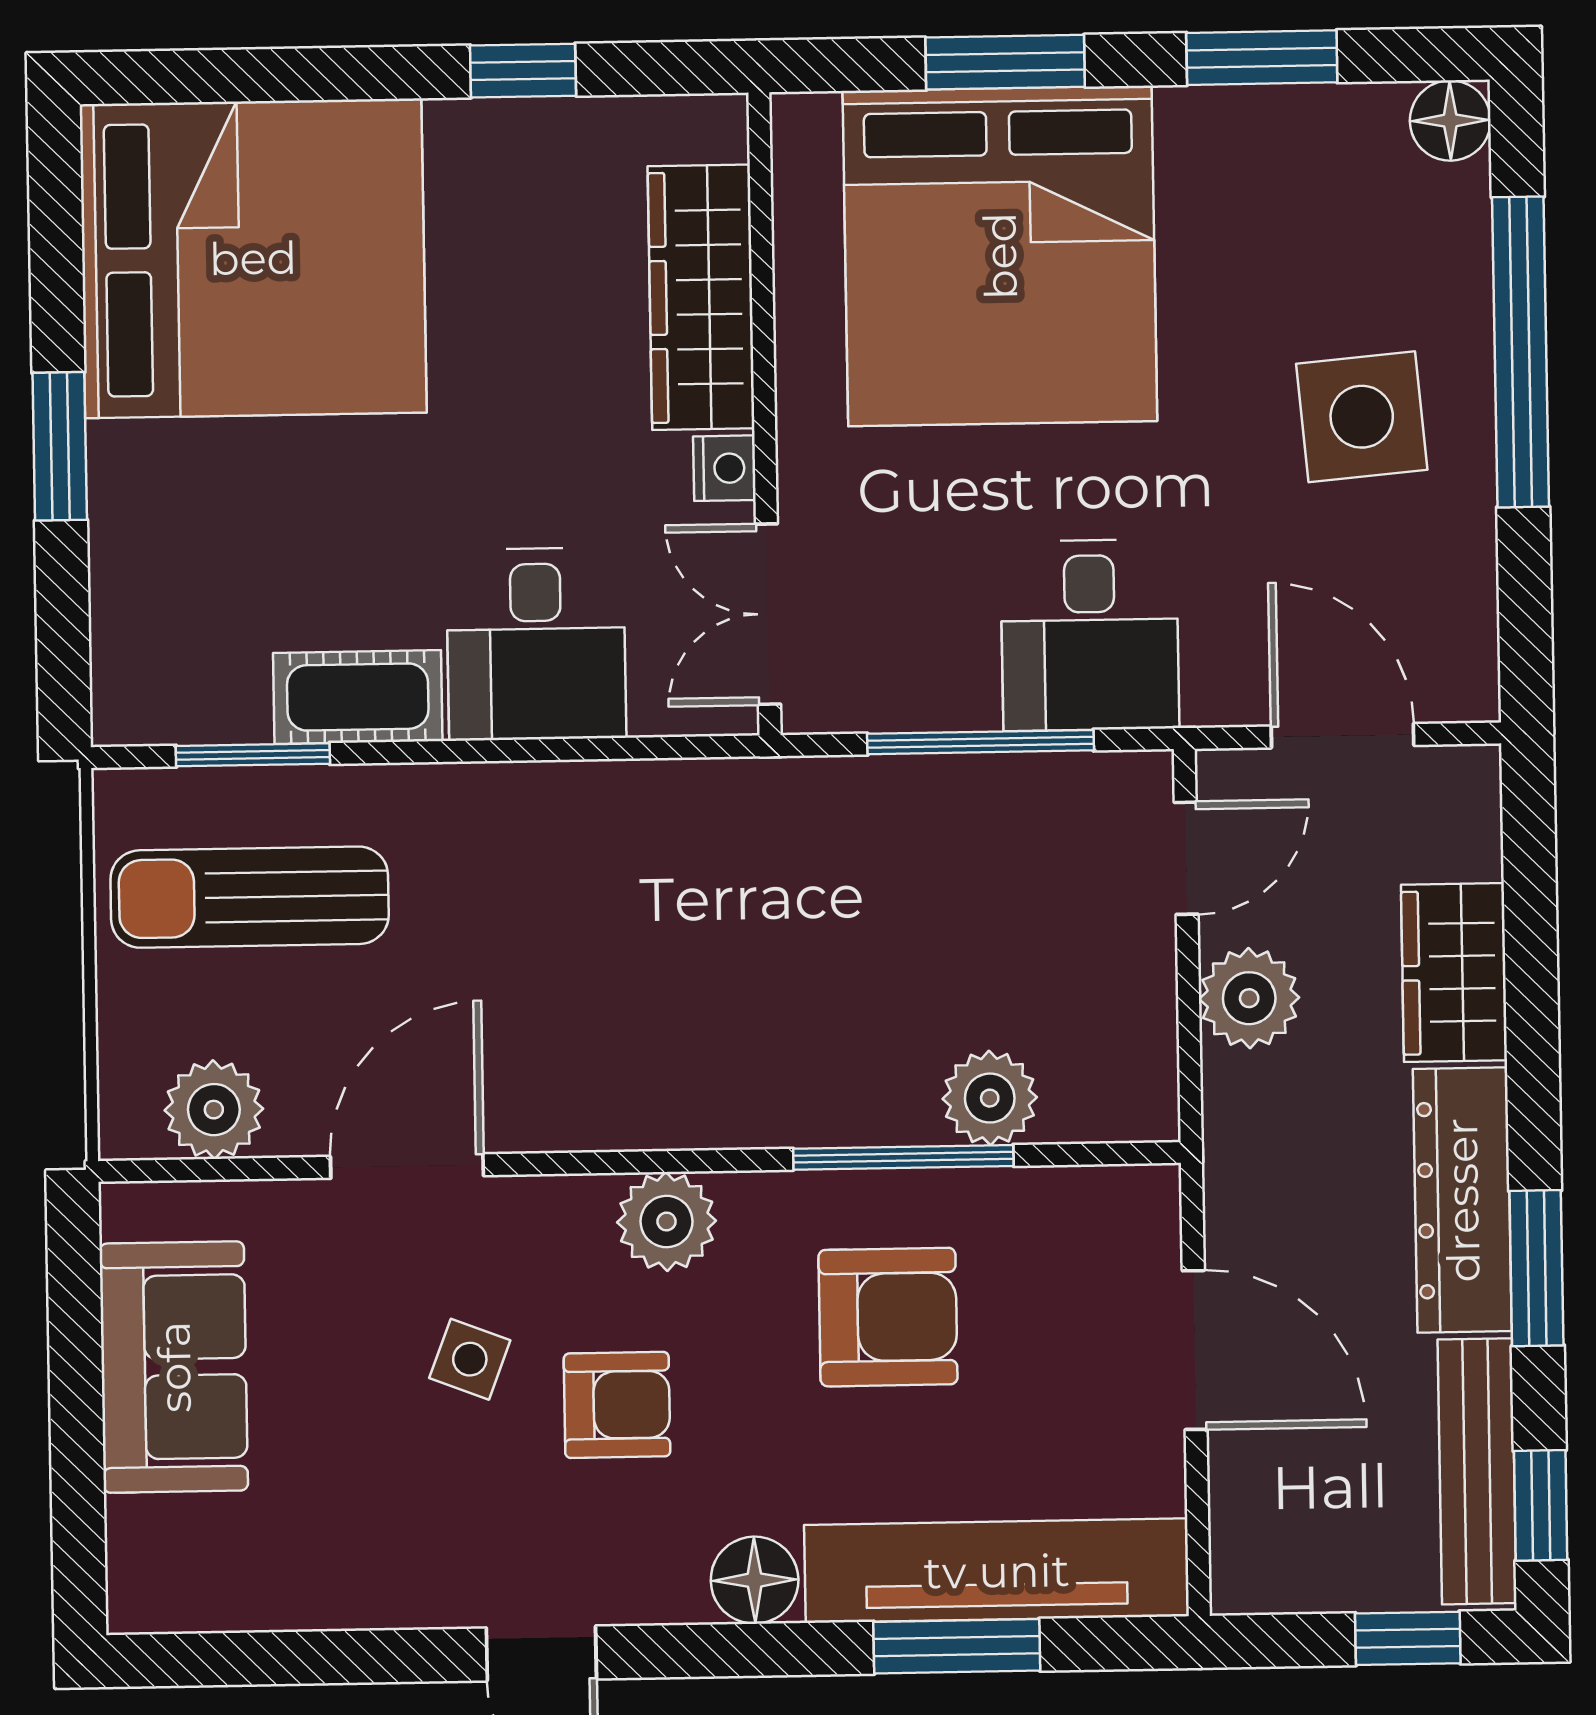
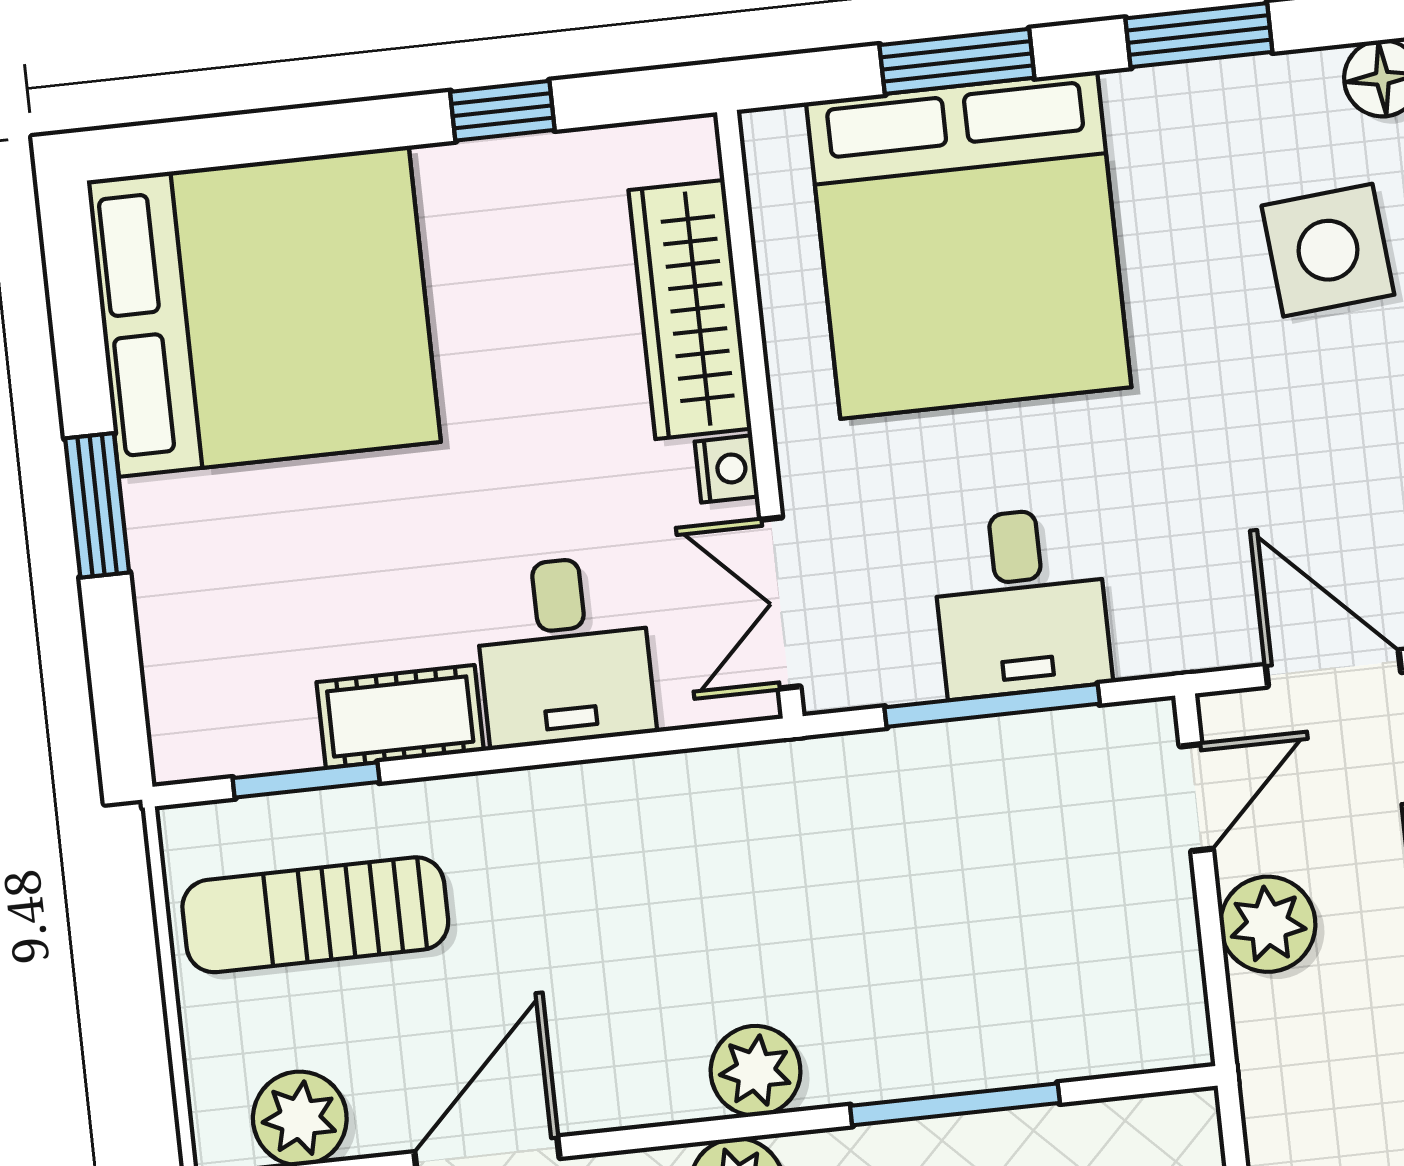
side table: (1362, 417) -> (1328, 250), moved
desk: (1090, 635) -> (1021, 602), moved
plant: (990, 1098) -> (756, 1071), moved

